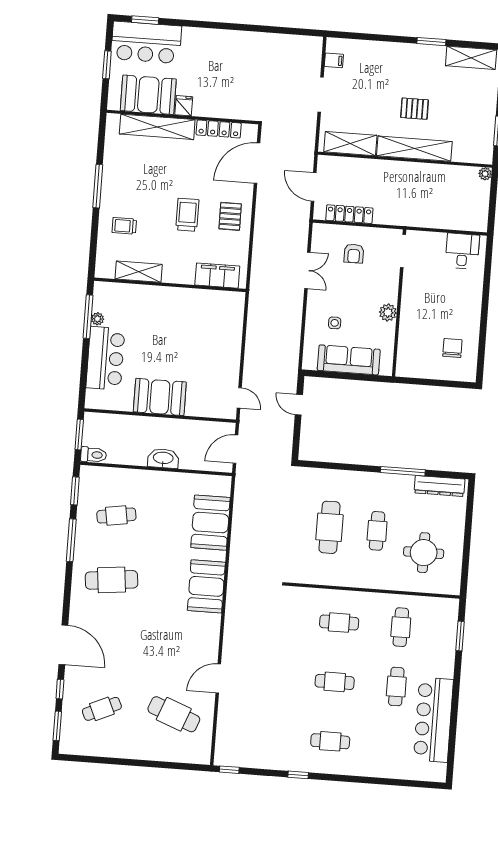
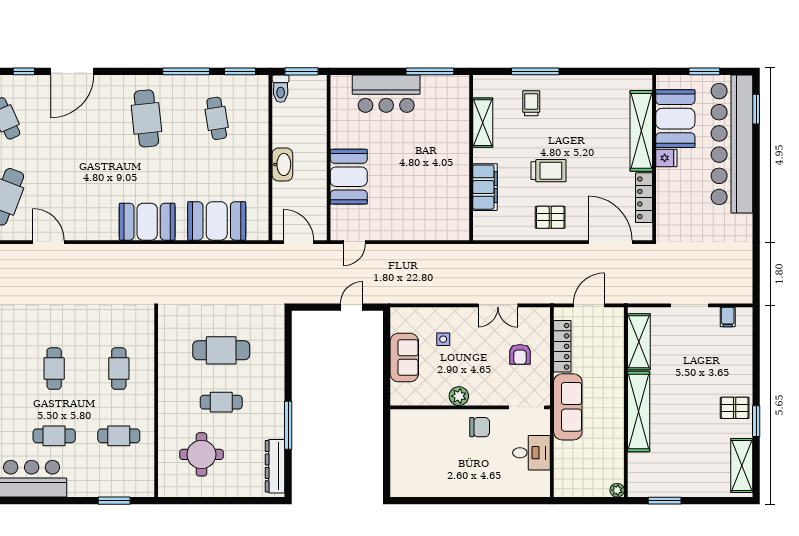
bar counter: (146, 42) -> (732, 144), width x1.86
pallet: (415, 109) -> (735, 408), moved, turned 90
window: (98, 186) -> (535, 71), moved
sofa: (405, 213) -> (568, 407), added
desk: (462, 251) -> (531, 453), moved
armchair: (354, 254) -> (520, 354), turned -90
filing cabinet: (217, 276) -> (485, 187), moved
plant: (97, 319) -> (428, 82), removed
chair: (452, 348) -> (480, 427), moved
sofa: (349, 360) -> (404, 358), width x0.73
booth: (160, 397) -> (349, 177), moved

